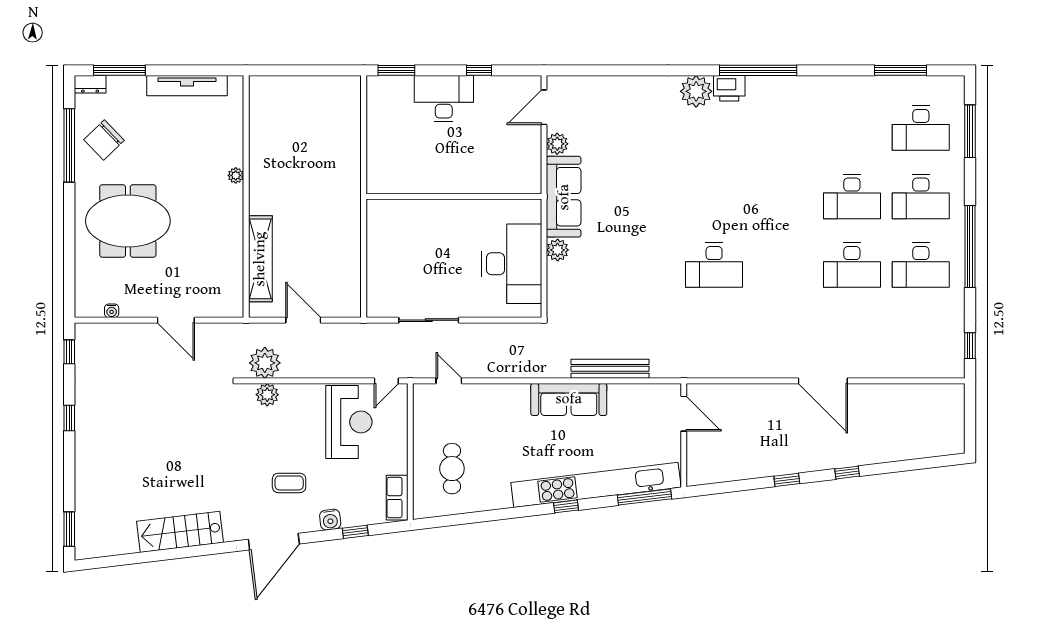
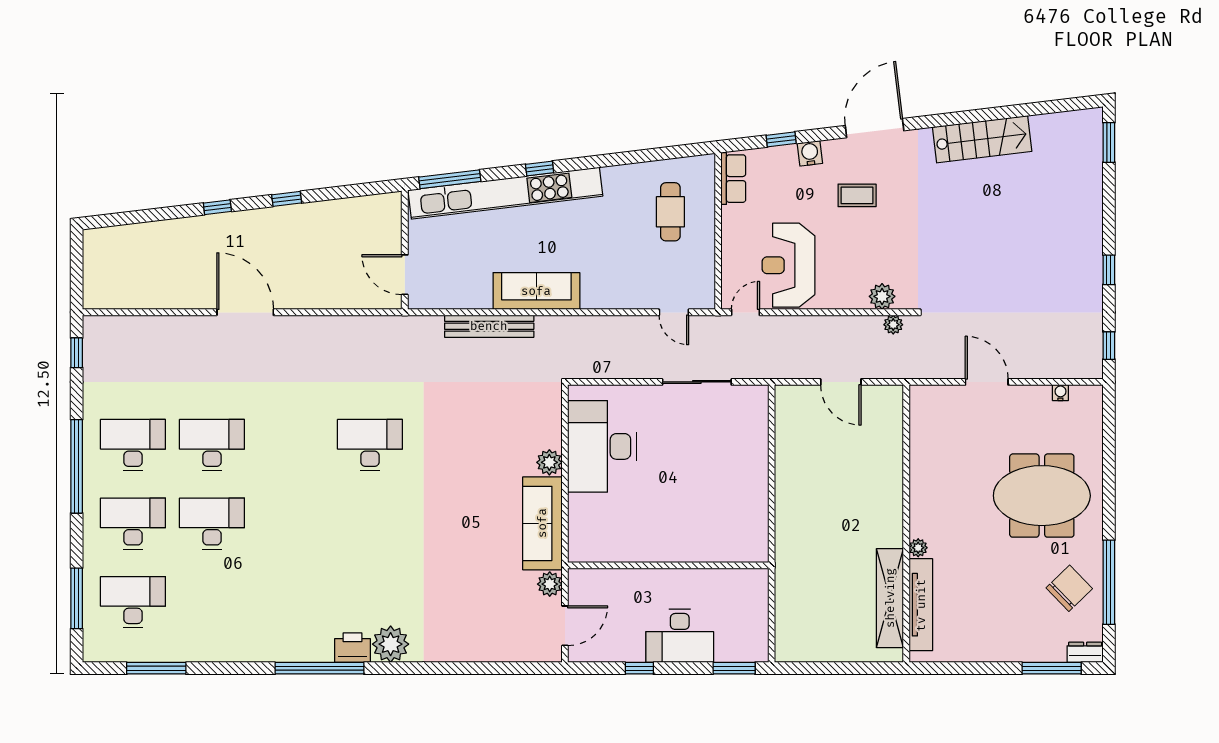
tv unit: (187, 86) -> (921, 605), moved, turned 90
wall: (454, 197) -> (668, 565), moved
shelving: (260, 259) -> (890, 598), moved
plant: (265, 363) -> (893, 325), width x0.53, depth x0.53

